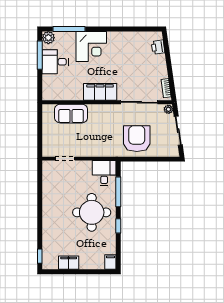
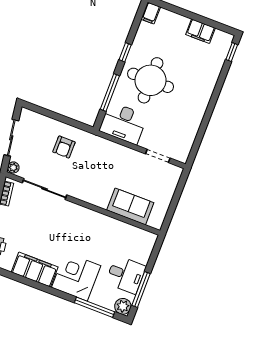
filing cabinet: (100, 92) -> (35, 270), moved, turned 180
armchair: (137, 139) -> (64, 147), width x0.53, depth x0.53
desk: (104, 173) -> (123, 123), width x1.37

